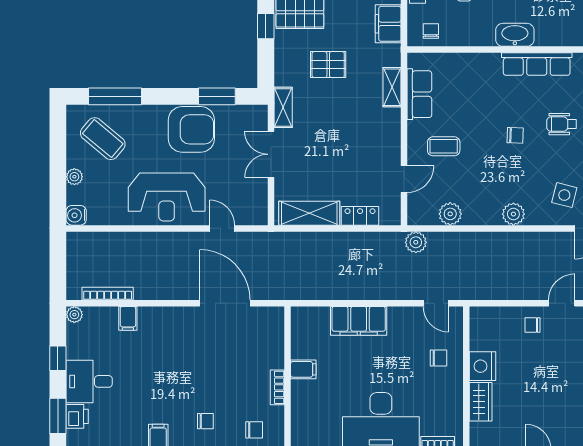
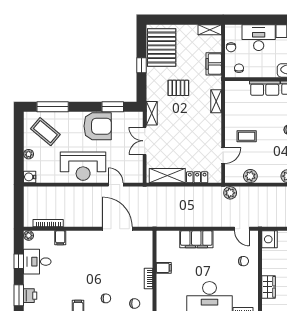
row of seats: (419, 94) -> (265, 88), moved, turned 90
nightstand: (483, 366) -> (270, 239), moved
desk: (89, 381) -> (37, 262), moved

